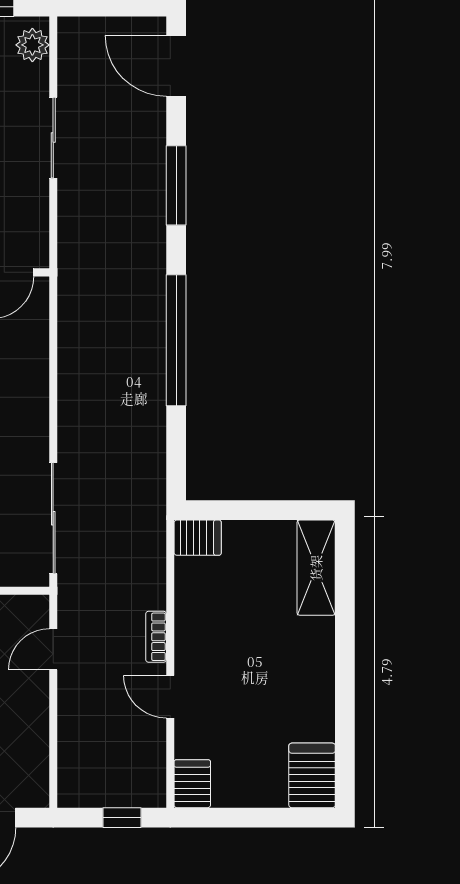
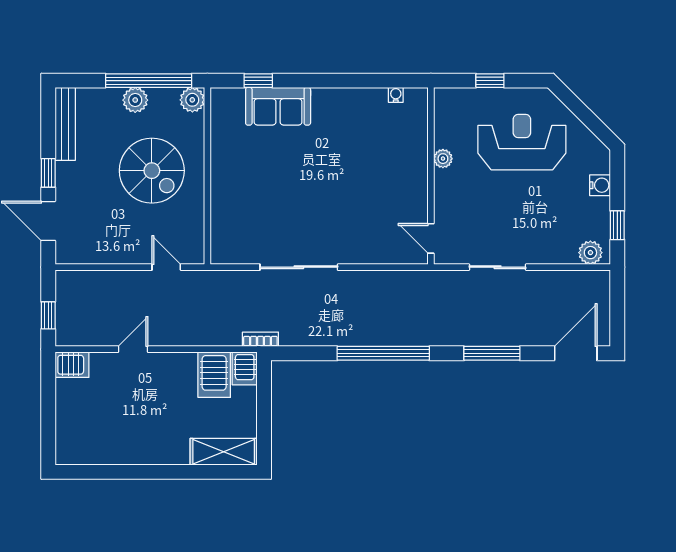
sliding door: (53, 138) -> (498, 267), moved
sliding door: (53, 518) -> (299, 267), moved
bookcase: (156, 637) -> (260, 339), moved
server rack: (312, 775) -> (214, 375), moved, turned 90

